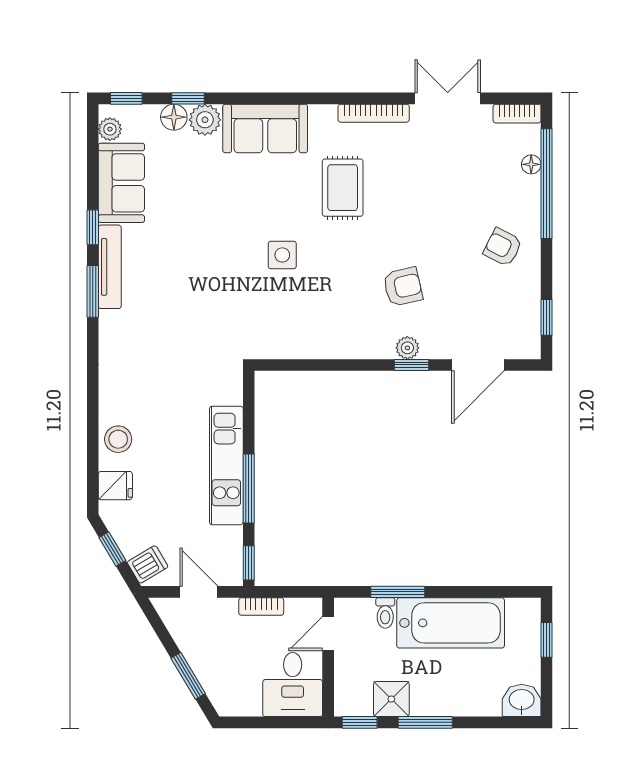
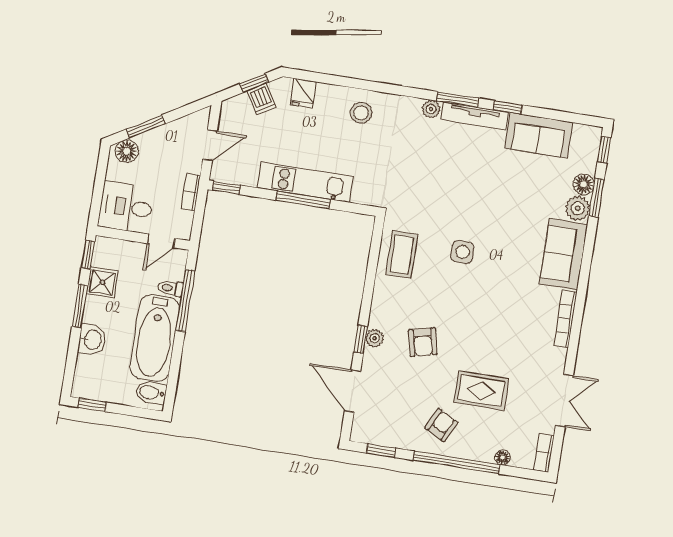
window: (188, 98) -> (596, 198), width x1.50
bookcase: (374, 113) -> (565, 319), moved
plant: (110, 129) -> (431, 109), moved
window: (547, 184) -> (457, 463), moved
rug: (343, 188) -> (481, 391), moved
coffee table: (297, 330) -> (402, 255), added
stool: (118, 439) -> (361, 113), moved
window: (249, 488) -> (303, 200), moved
dishwasher: (148, 564) -> (261, 99), moved
window: (398, 592) -> (185, 301), width x1.44
bidet: (520, 616) -> (151, 393), added
door: (328, 634) -> (161, 241), swing flipped
window: (547, 640) -> (92, 405), moved
floor lamp: (223, 695) -> (127, 151), added
washbasin: (522, 700) -> (92, 340), moved

